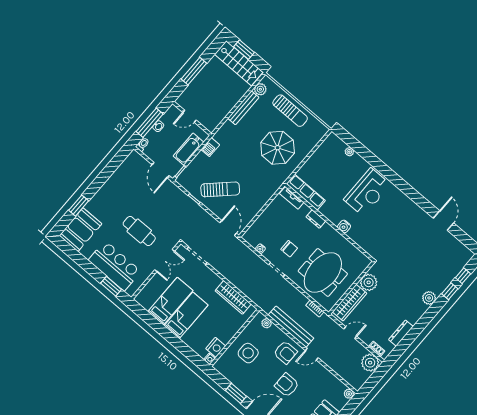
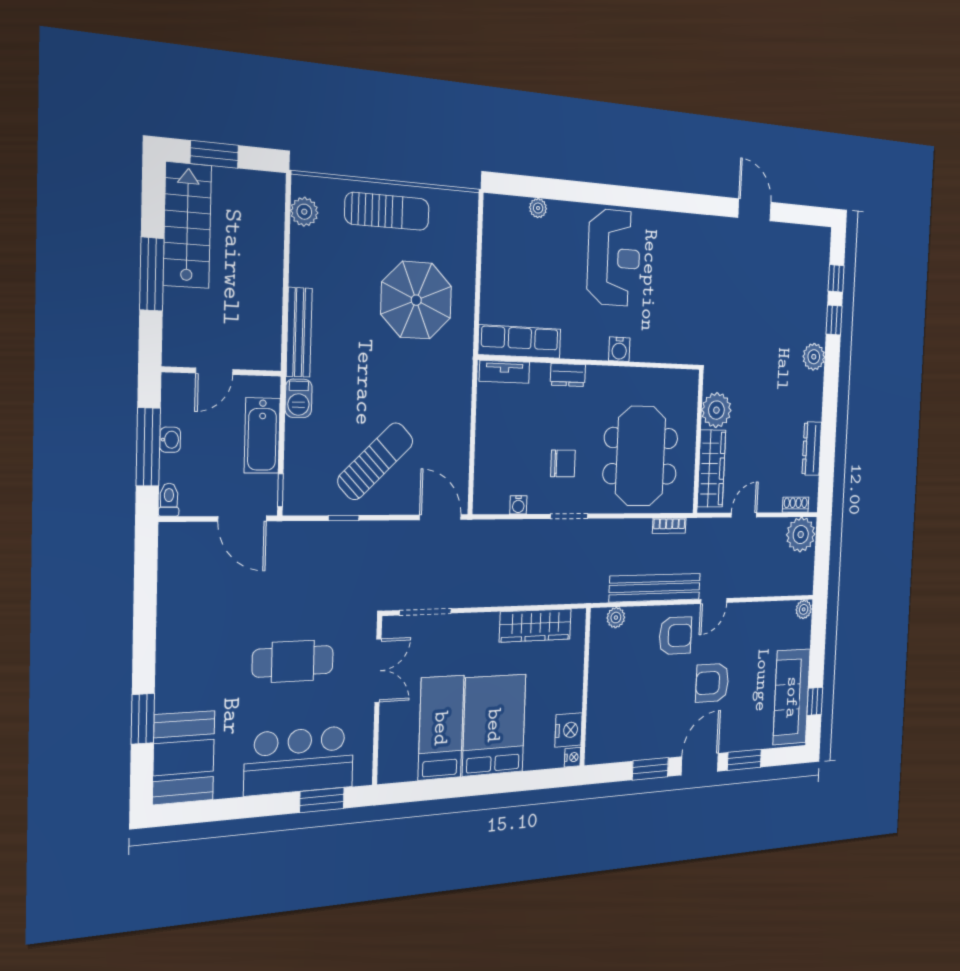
stairs: (239, 63) -> (187, 225), moved, turned -90
bench: (243, 108) -> (299, 332), moved
bed: (186, 315) -> (494, 725), width x1.50
side table: (248, 353) -> (623, 690), removed

